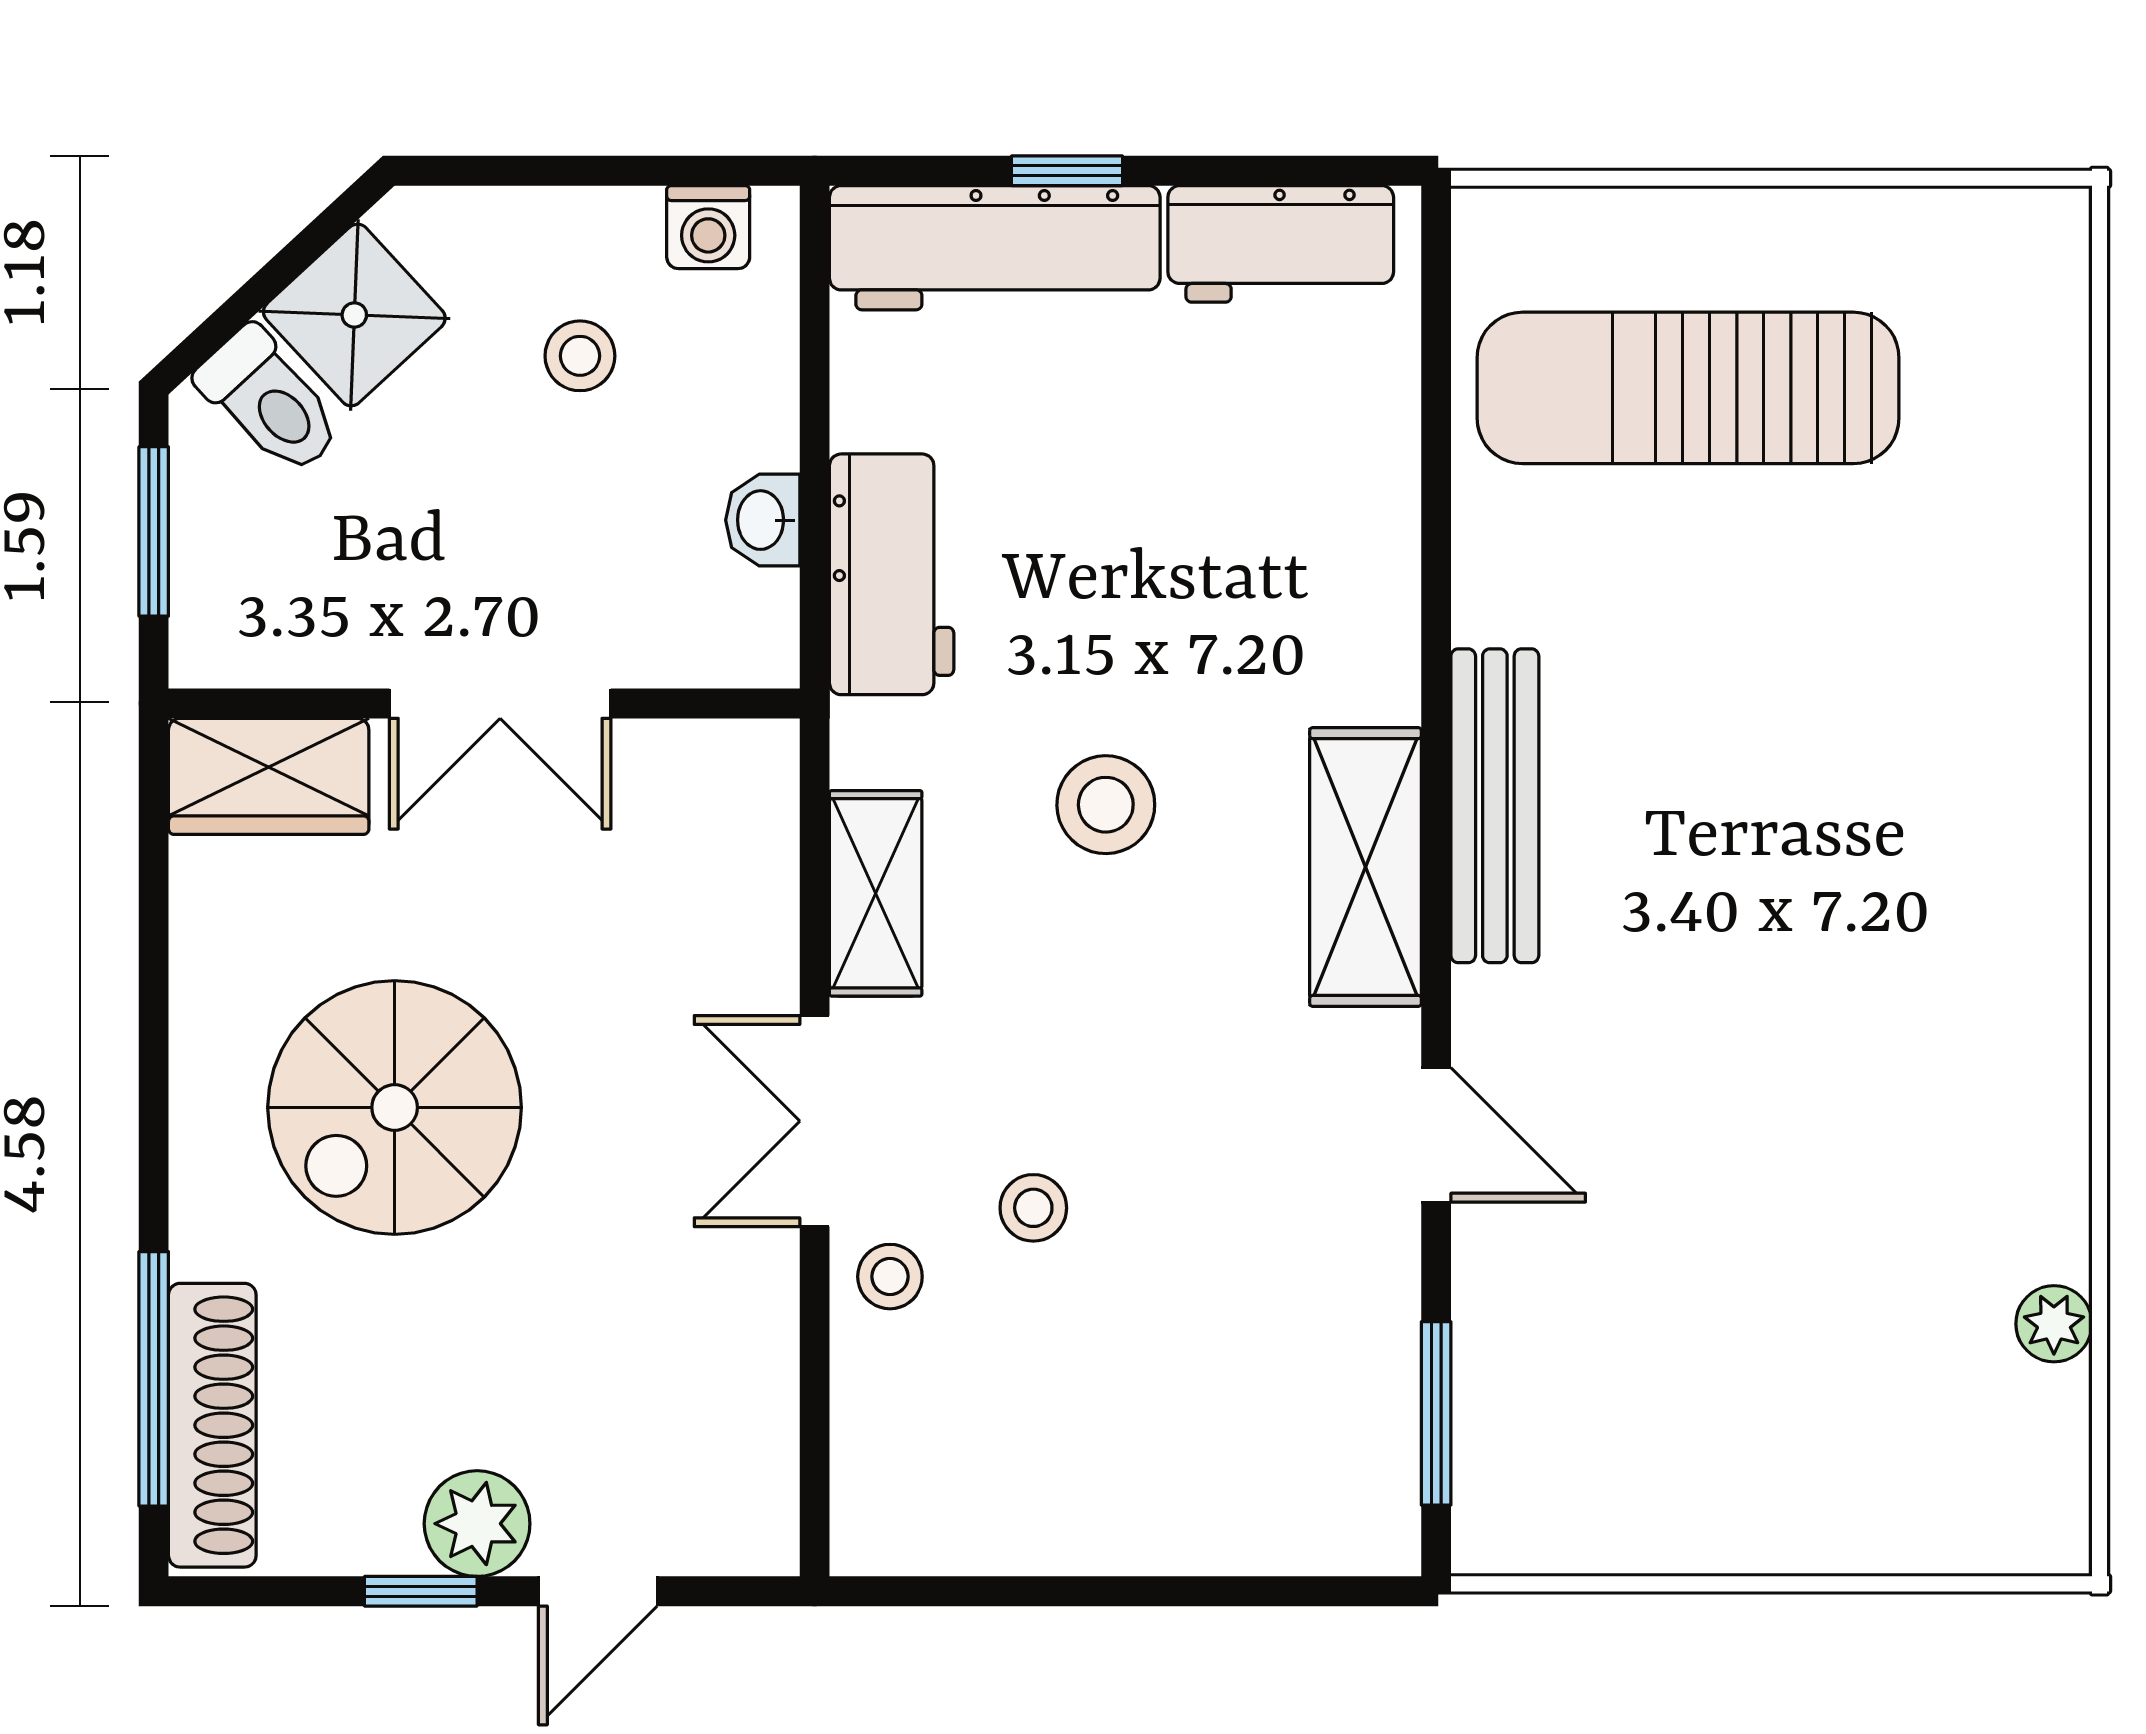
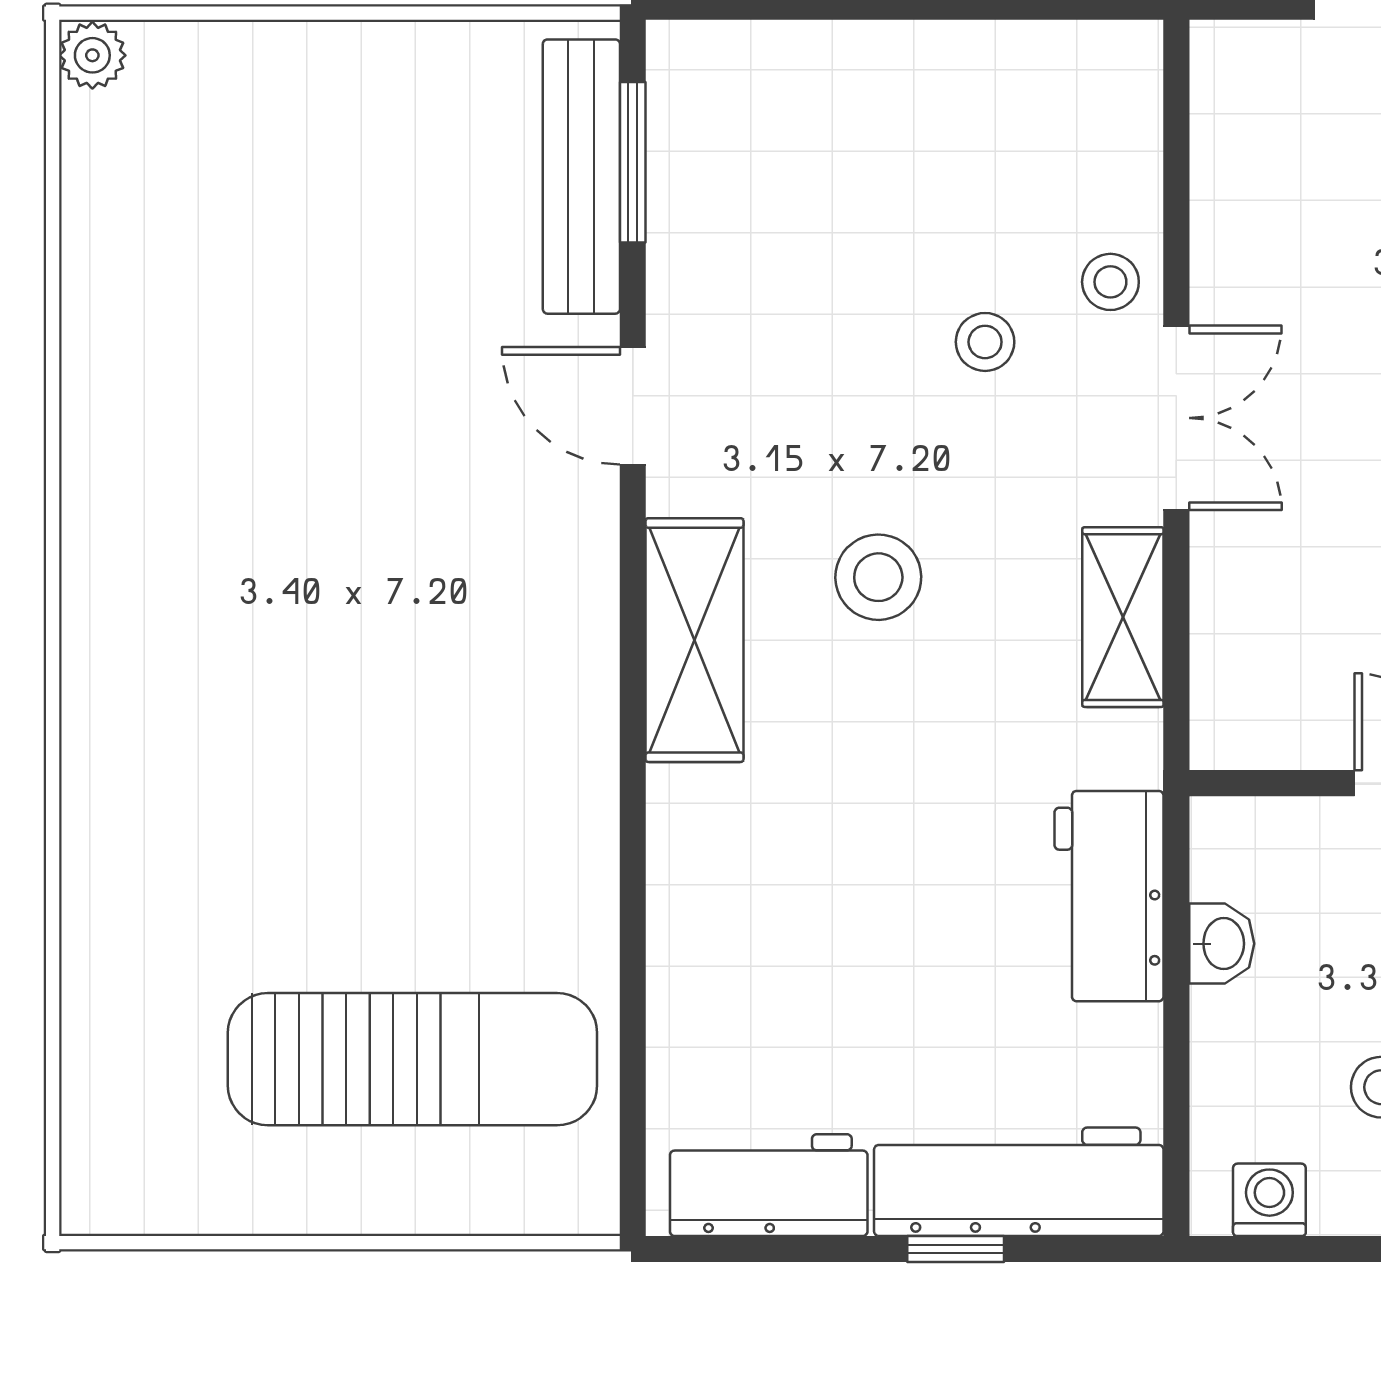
stool: (1106, 805) -> (878, 577), moved
bench: (1495, 806) -> (581, 177), moved
plant: (2054, 1324) -> (92, 55), moved

